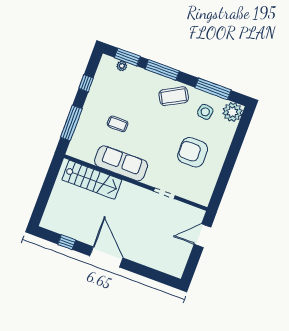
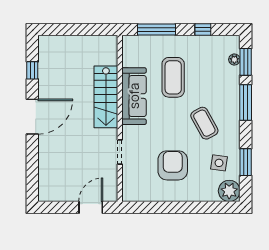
window: (213, 89) -> (246, 162), width x0.69
coffee table: (174, 96) -> (204, 123), moved
coffee table: (118, 124) -> (173, 77), width x1.86, depth x1.72
stairs: (92, 180) -> (106, 97), moved
door: (202, 236) -> (91, 207), hinge flipped

